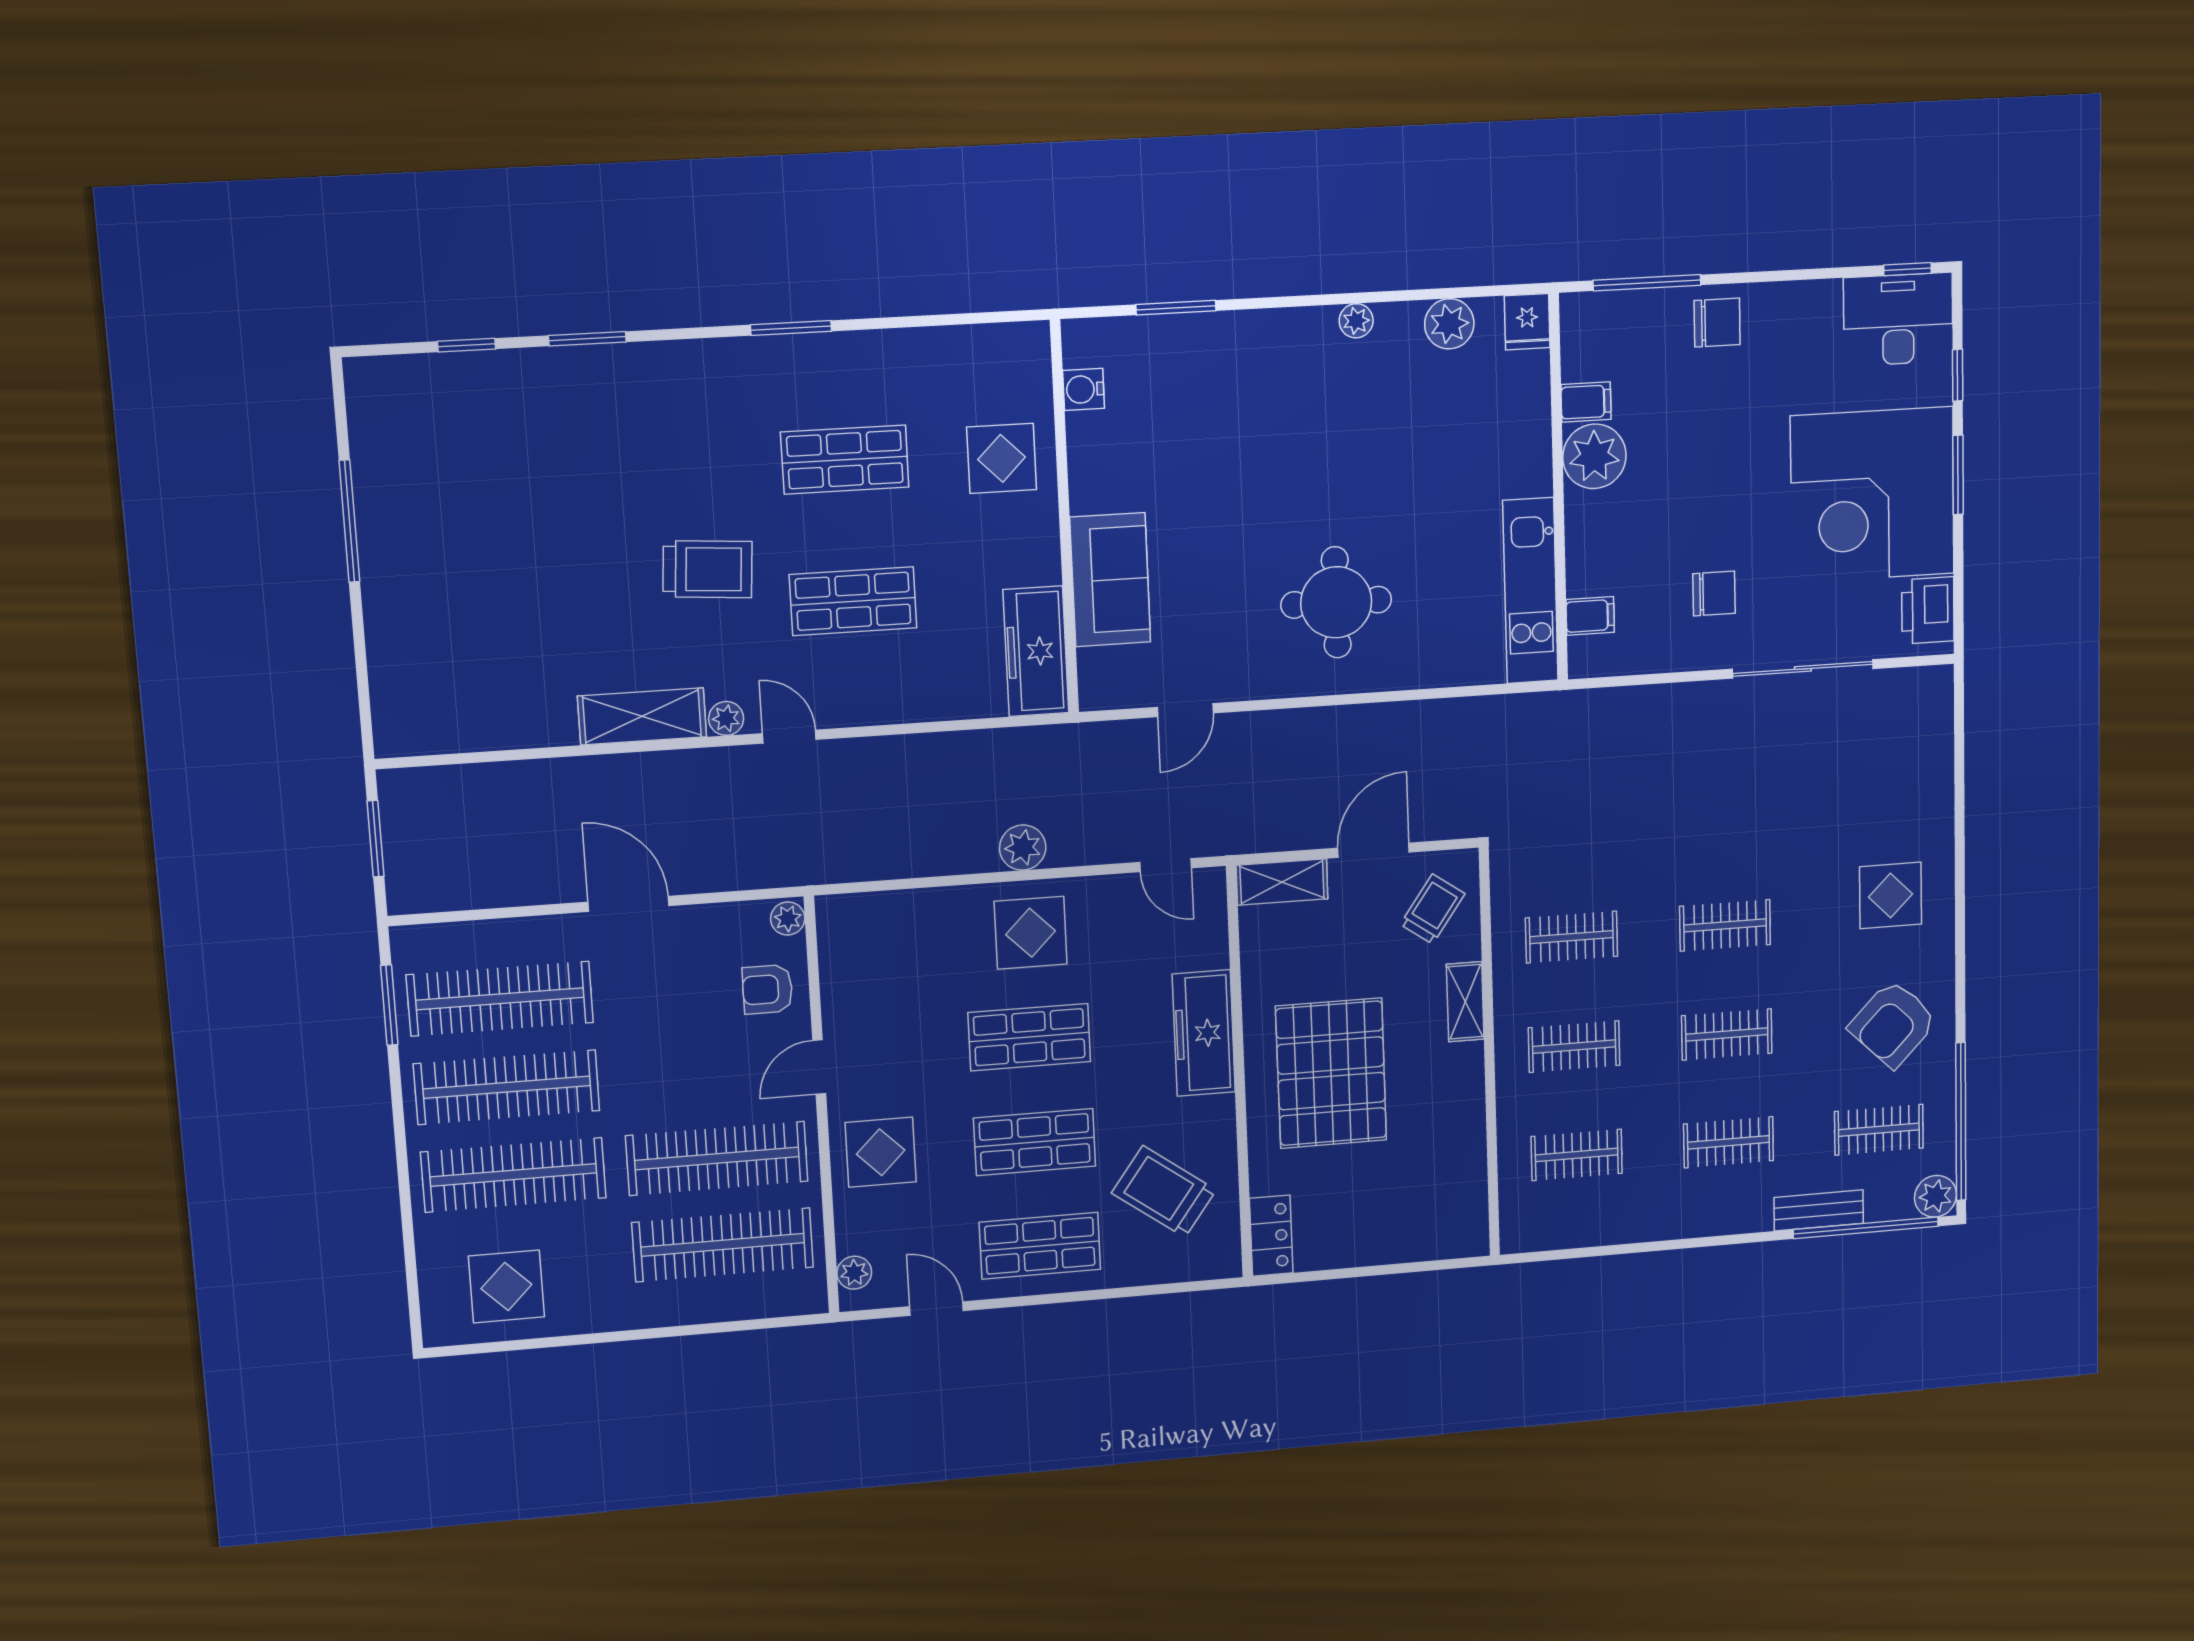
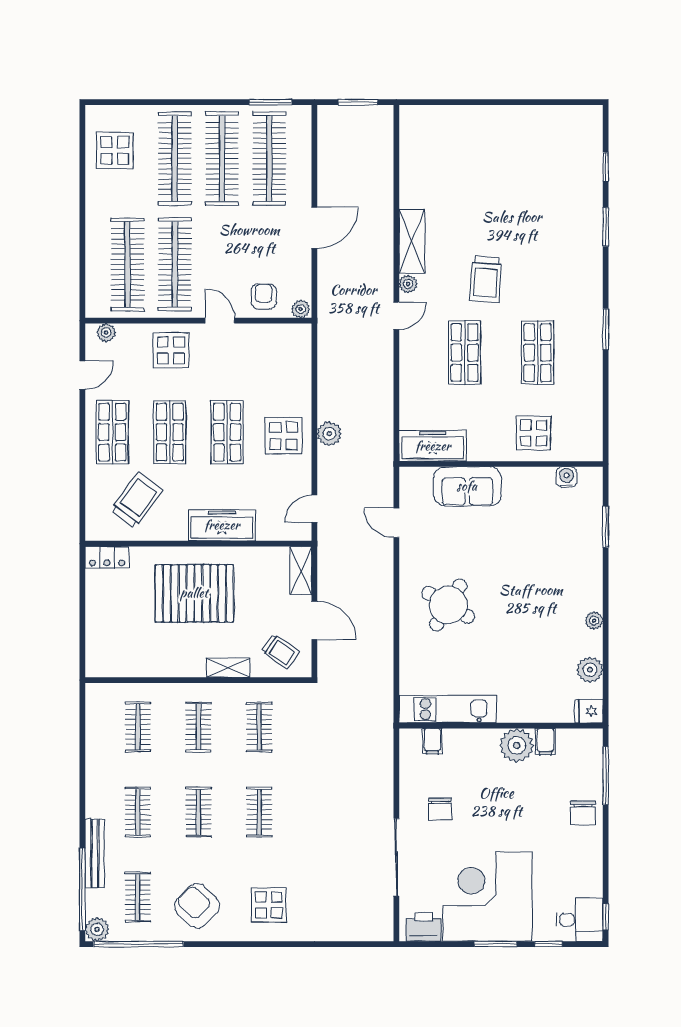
desk: (1898, 319) -> (580, 920), width x0.73
window: (349, 521) -> (521, 102), removed
round table: (1336, 602) -> (448, 605), turned 31
bench: (1819, 1210) -> (95, 853), width x1.36

